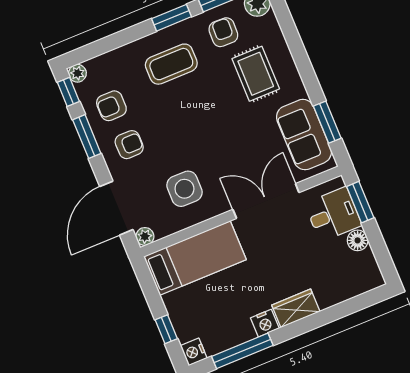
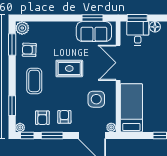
window: (172, 18) -> (12, 106), moved
rug: (256, 74) -> (69, 68), moved

